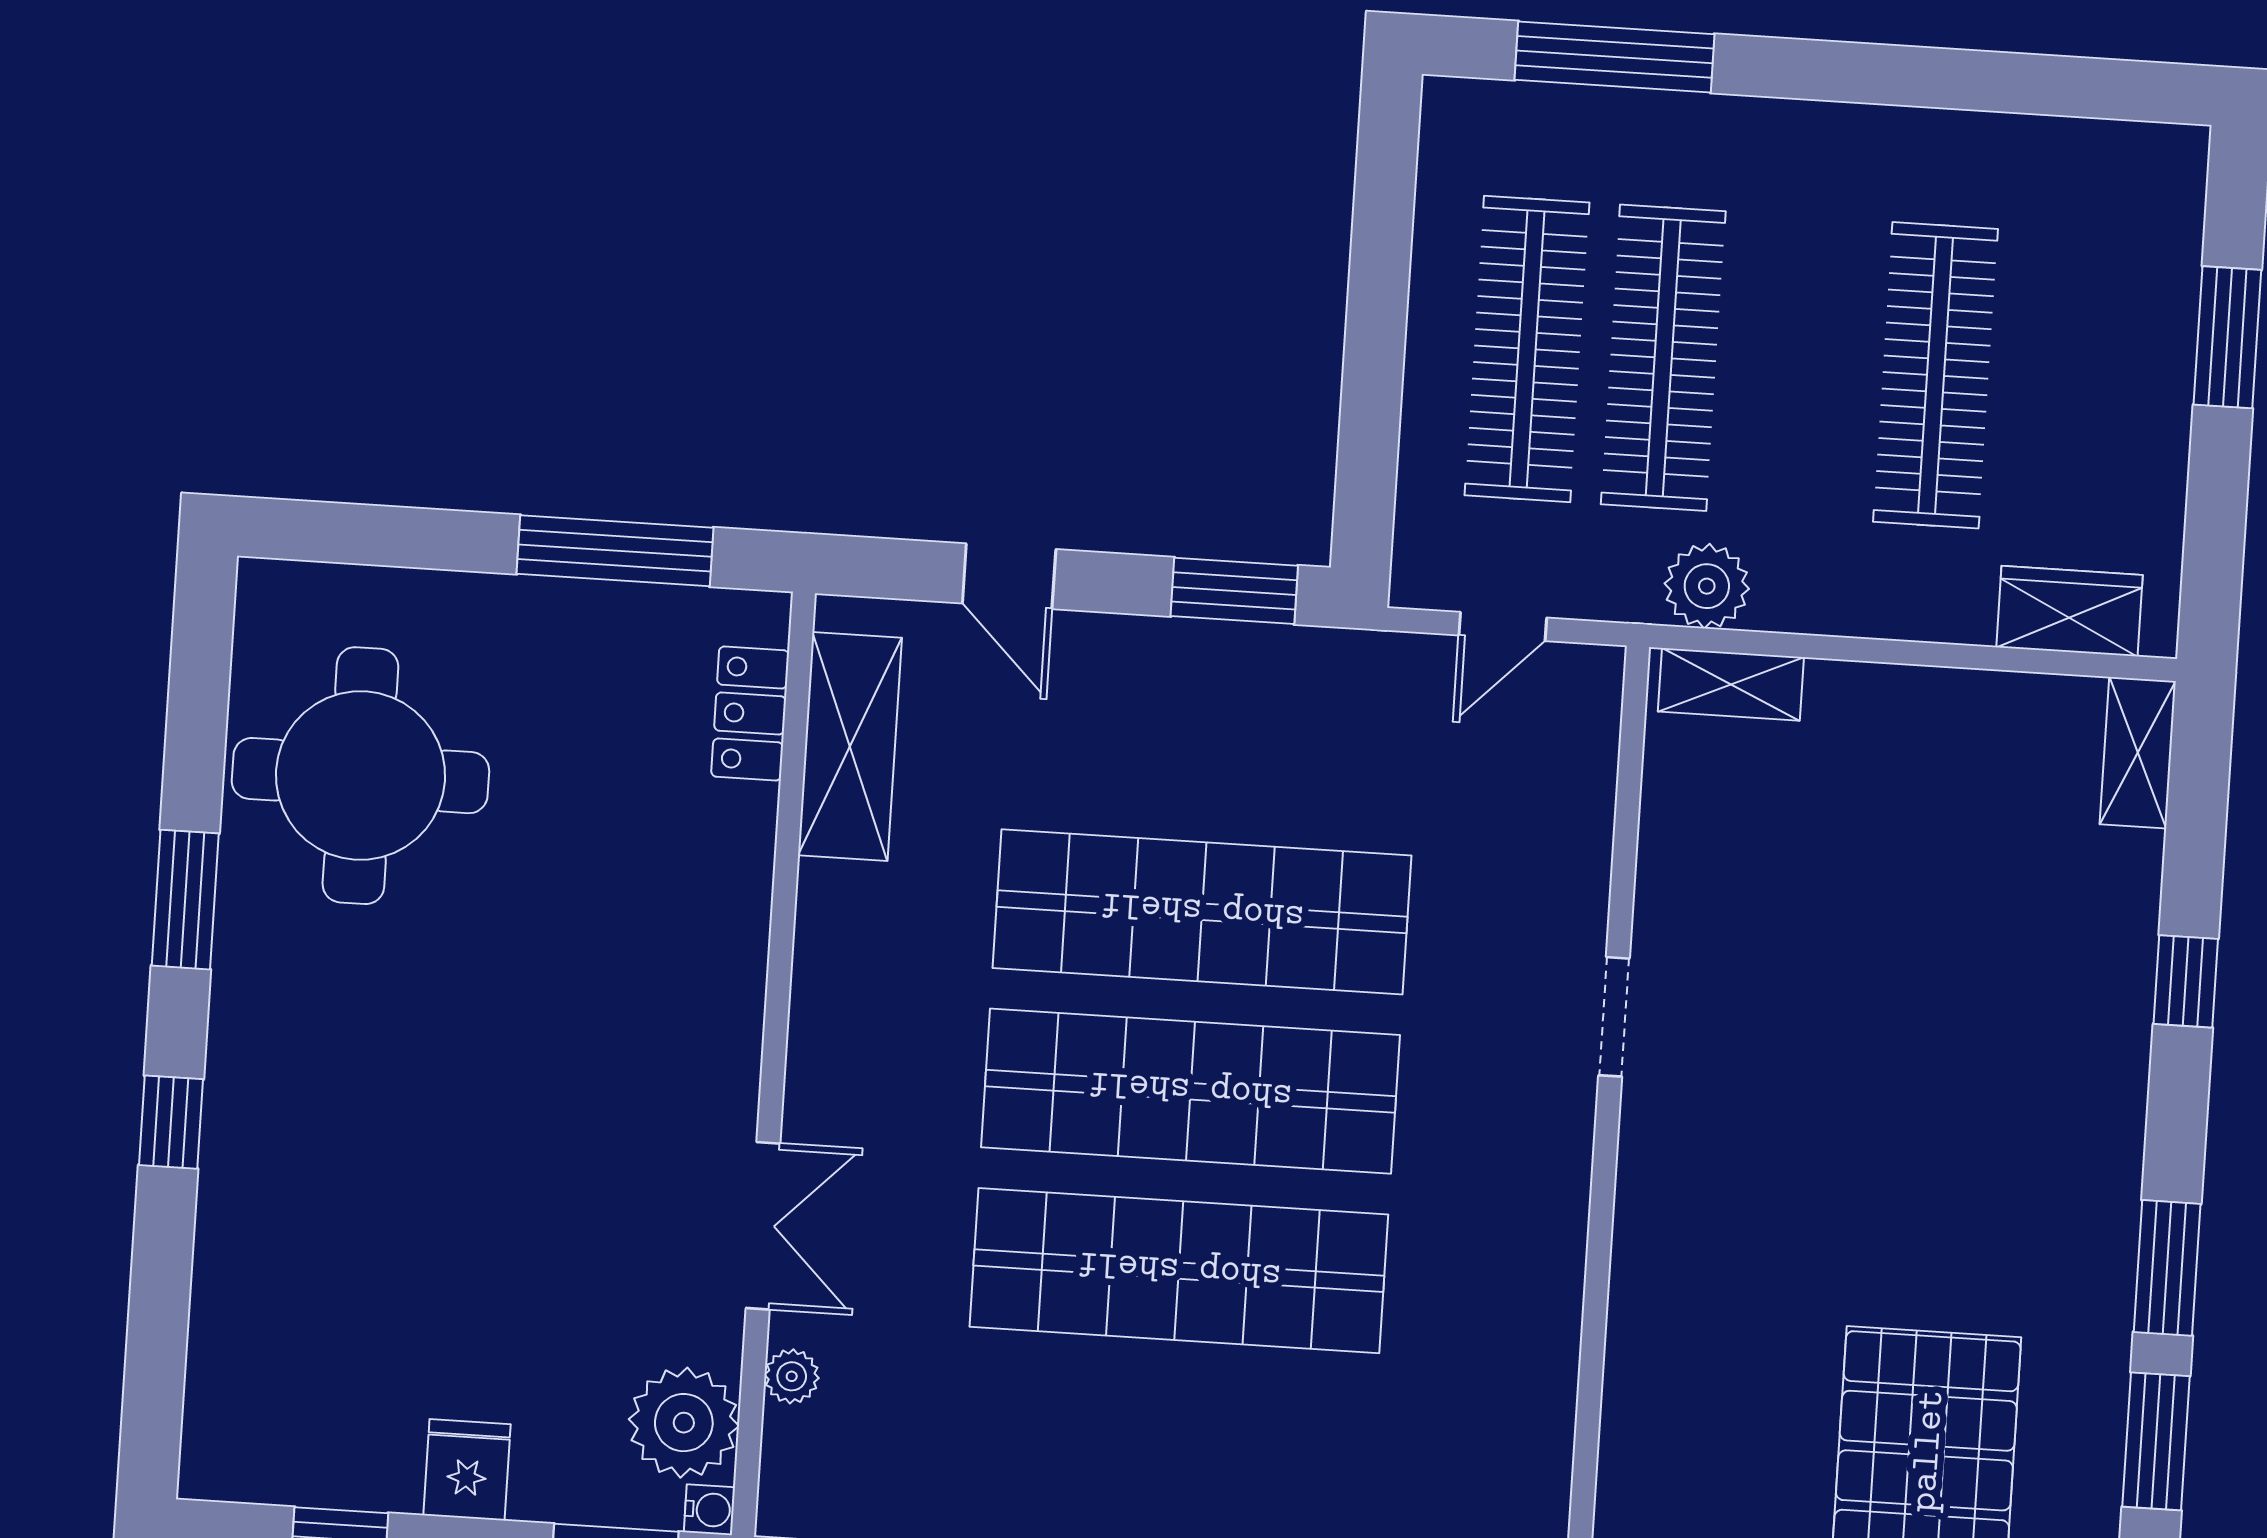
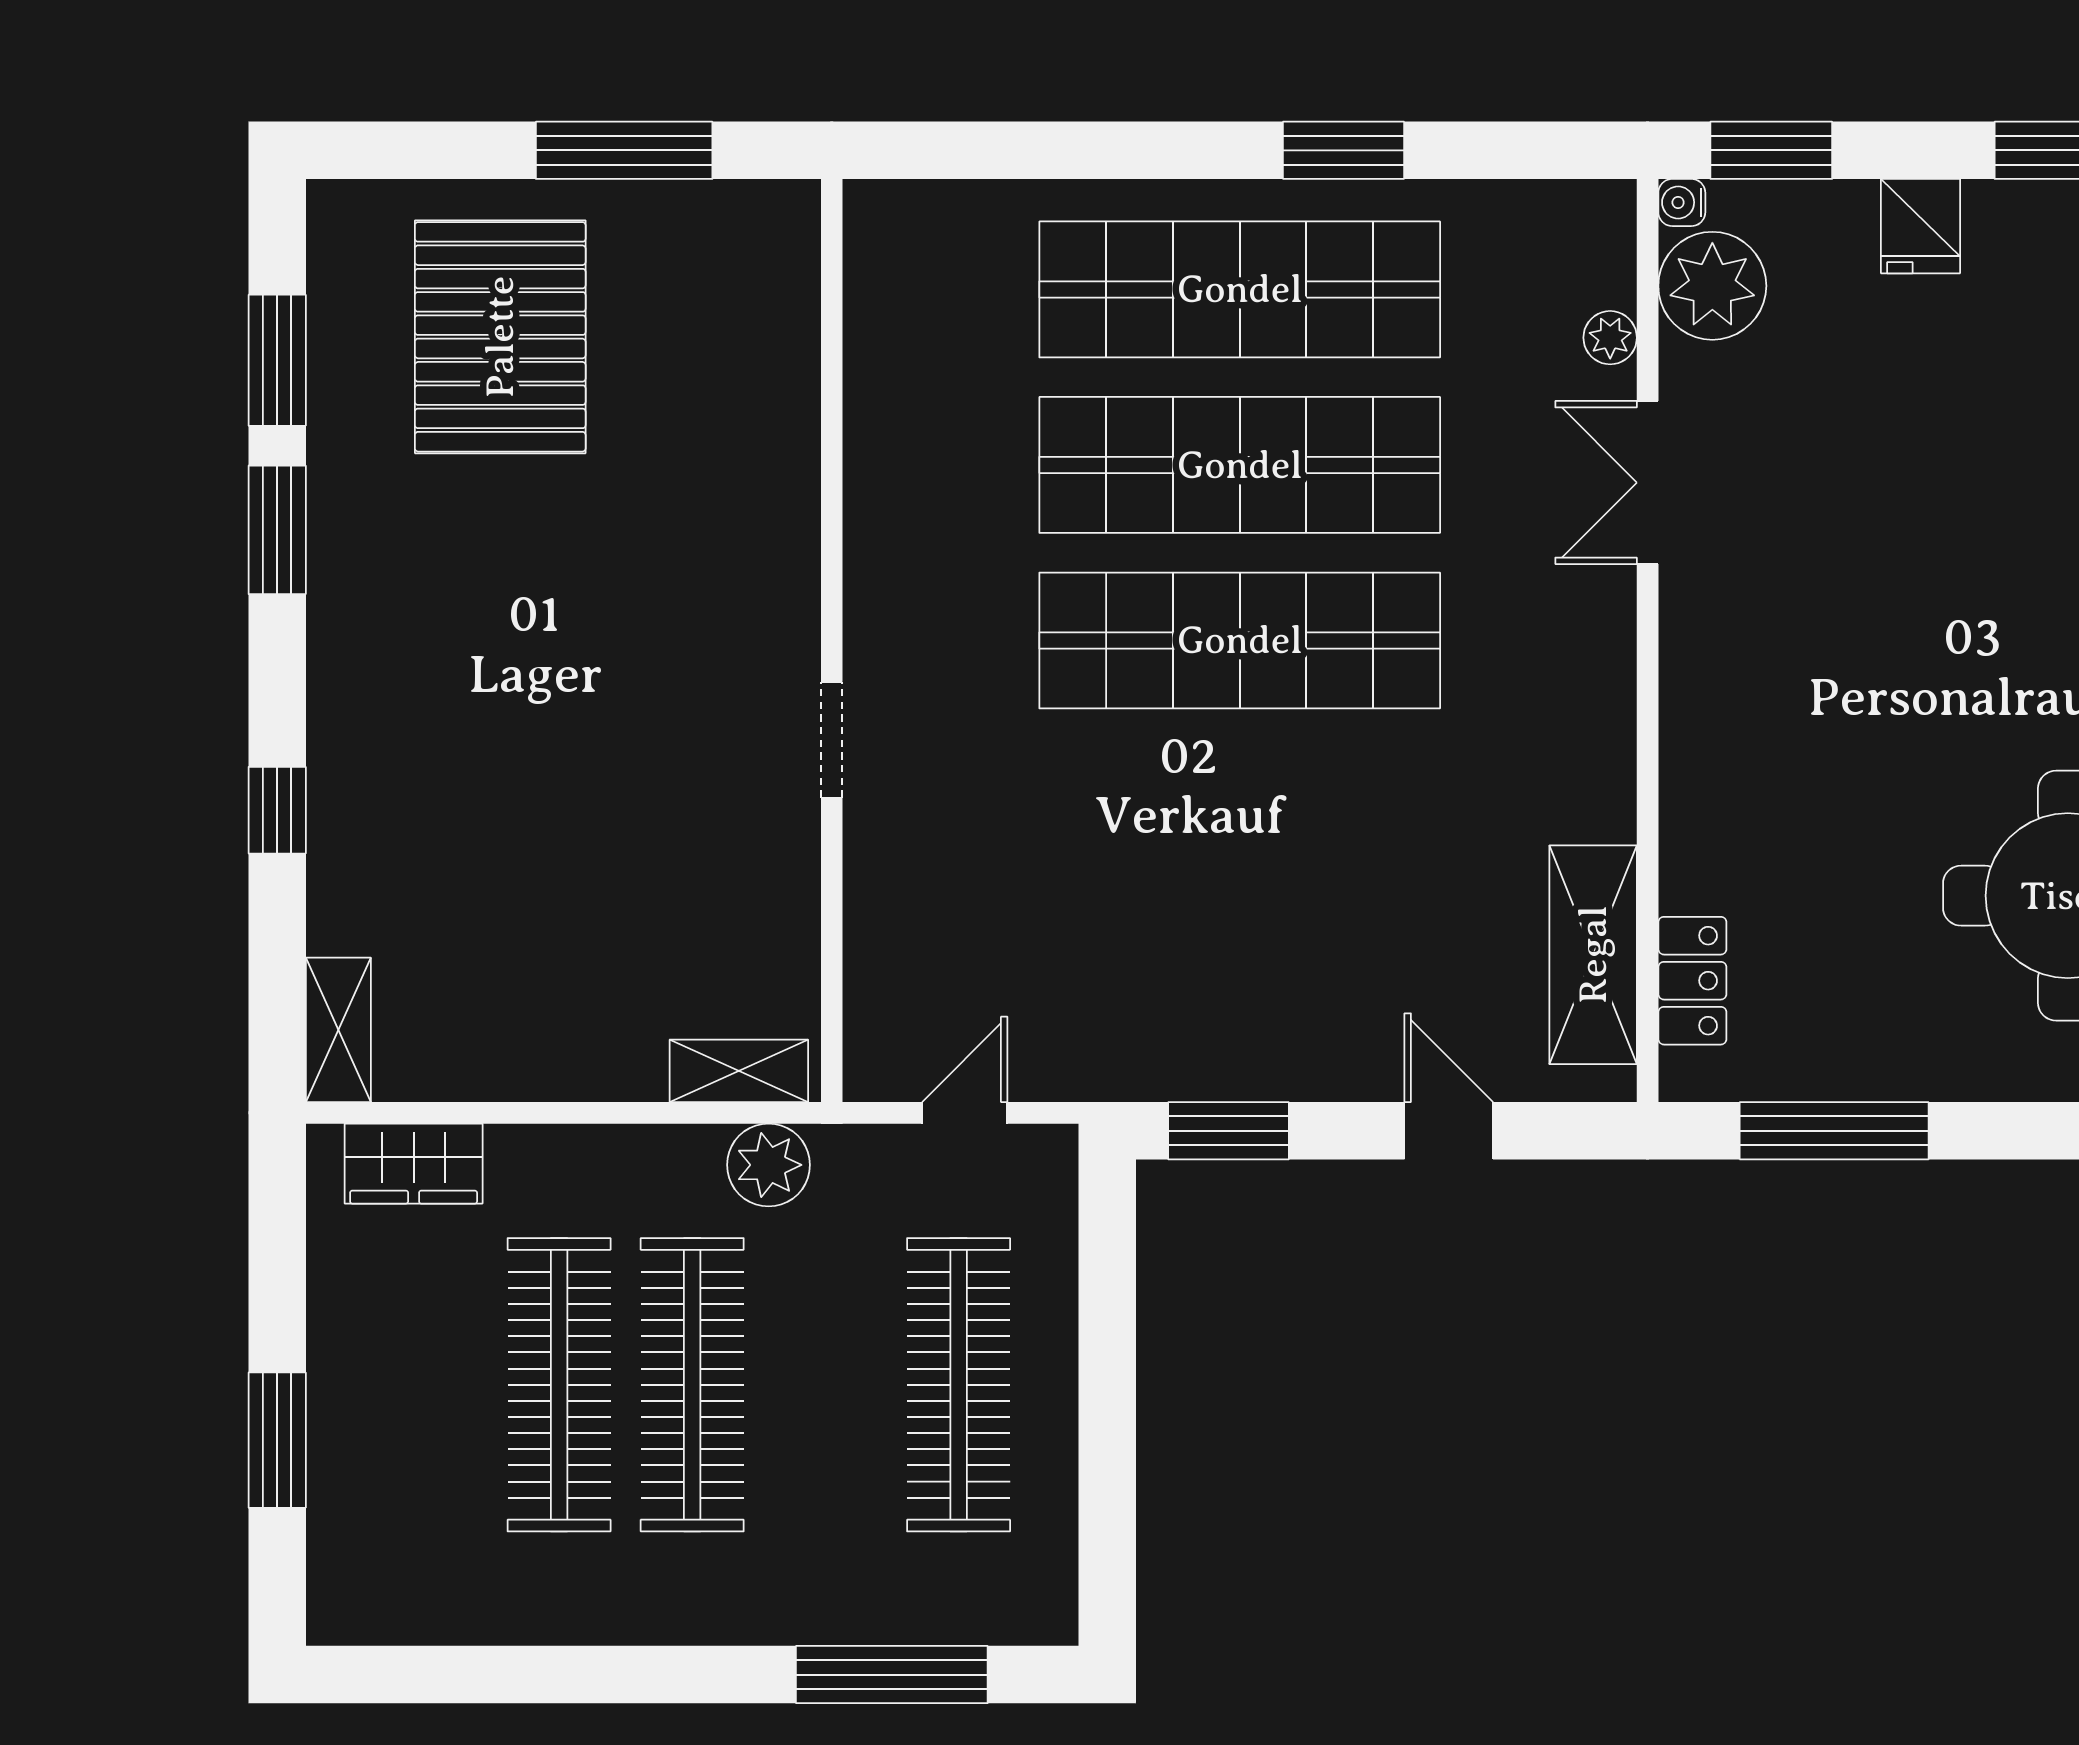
clothes rail: (1663, 358) -> (692, 1385), moved
shop shelf: (1202, 912) -> (1240, 289), moved

